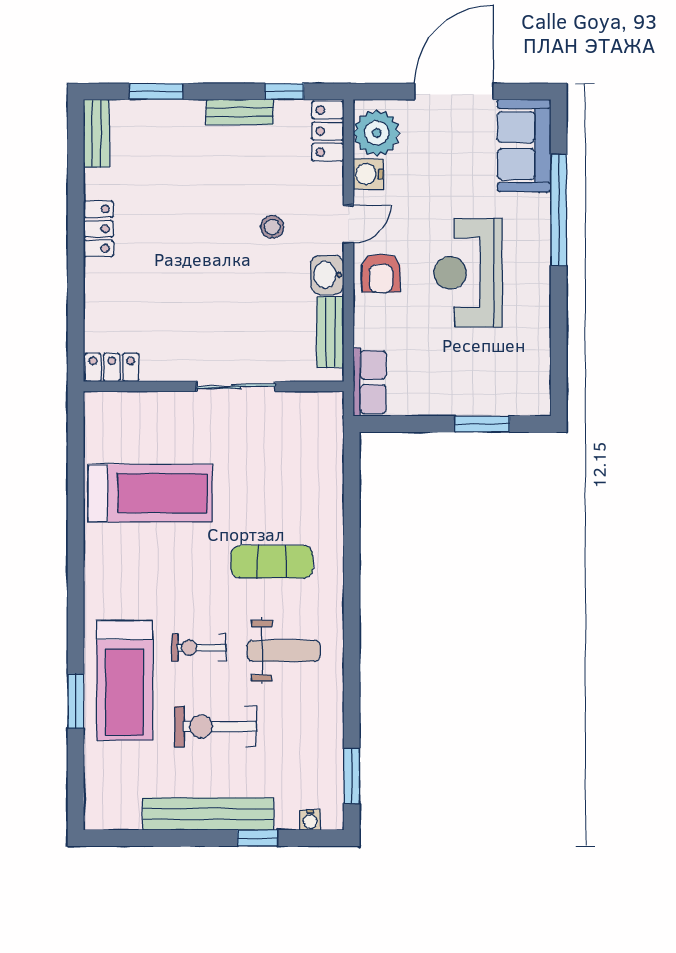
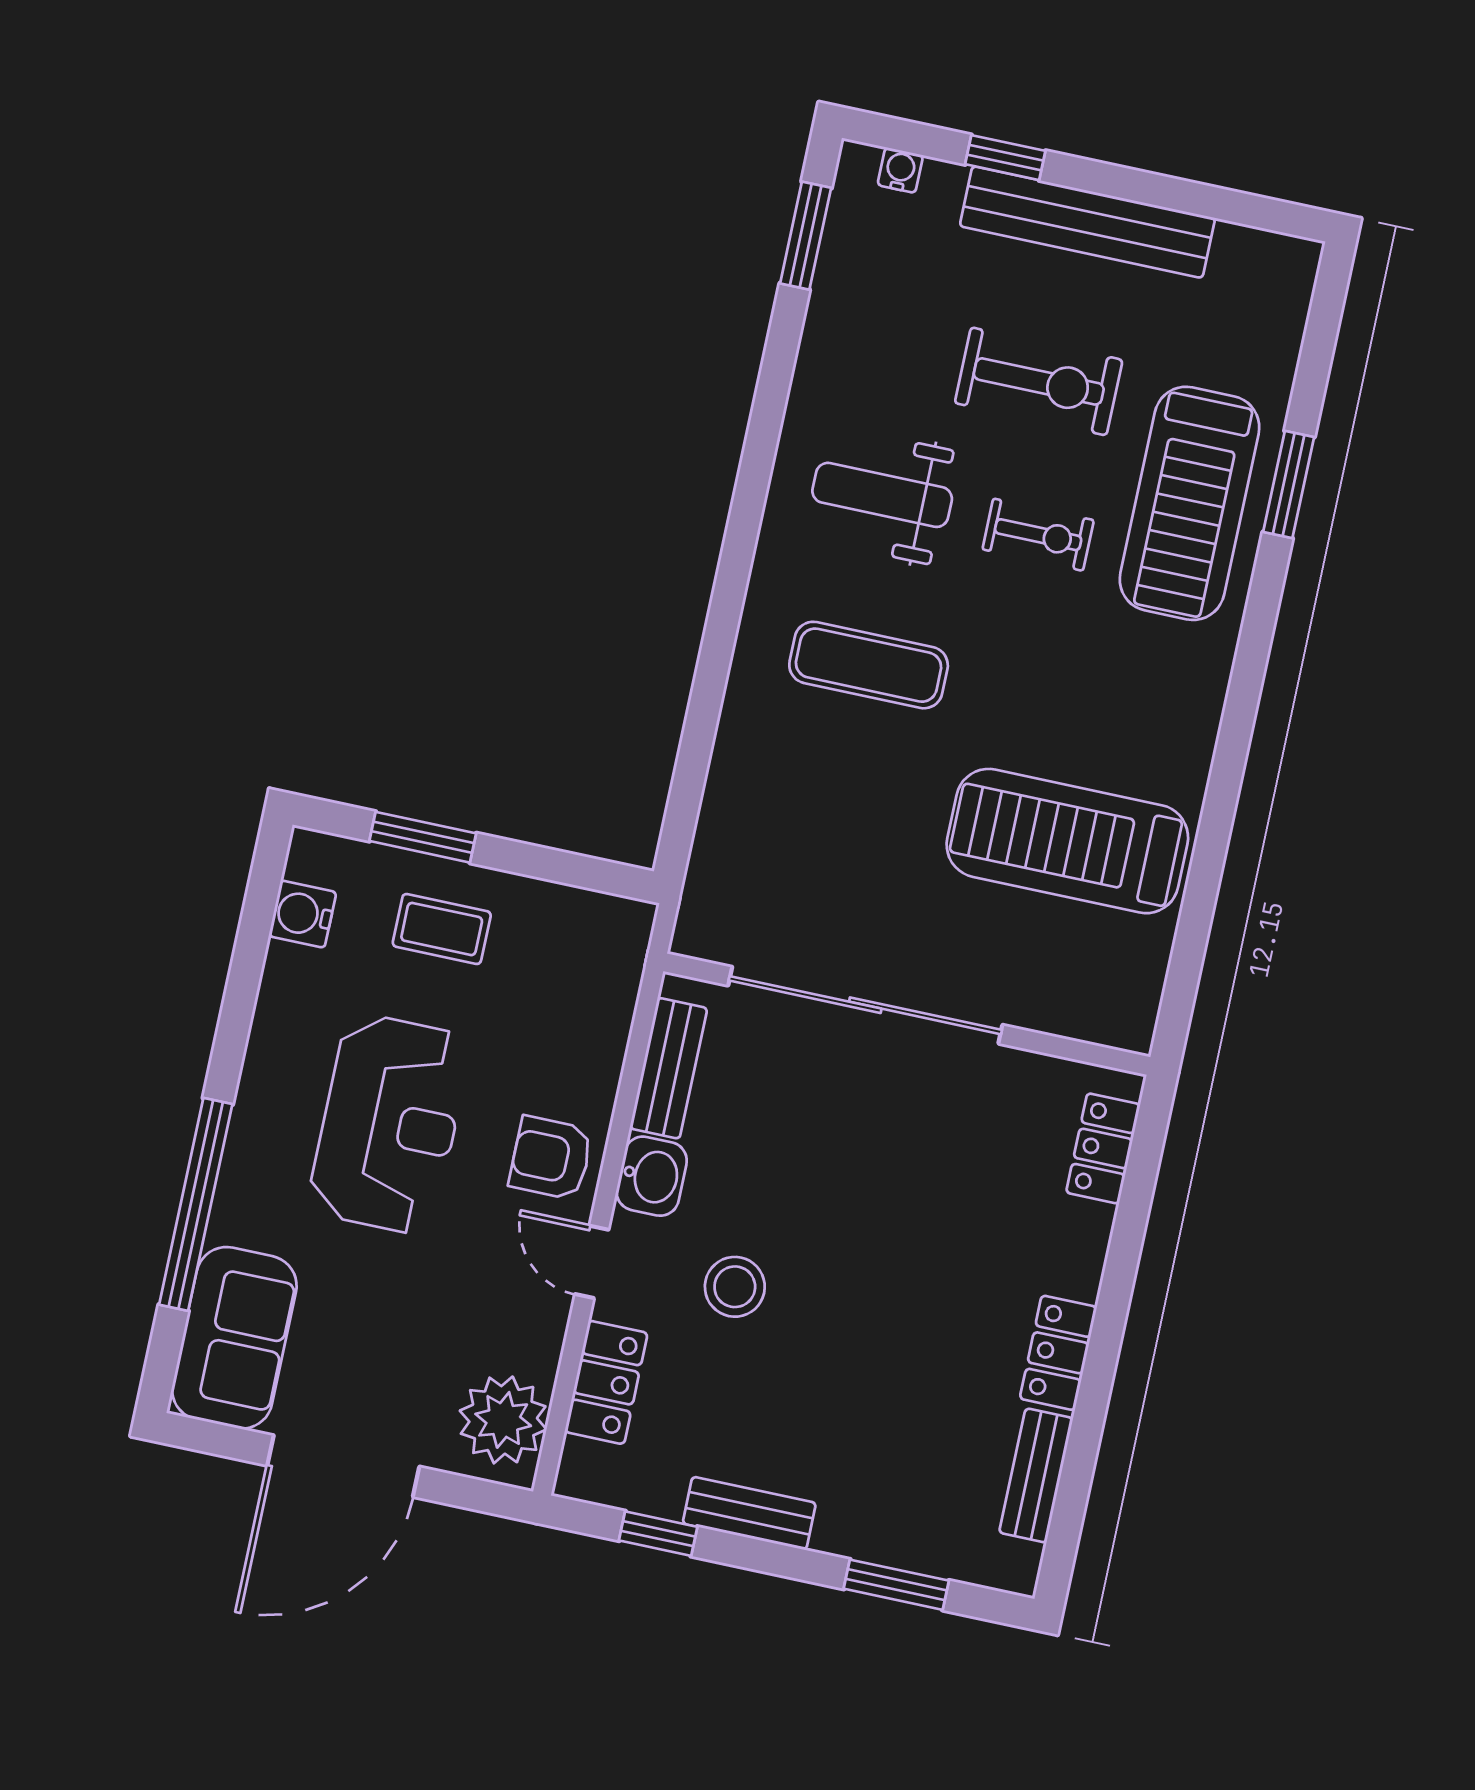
locker: (328, 131) -> (606, 1382), moved
bench: (96, 133) -> (1036, 1475), moved
water cooler: (368, 174) -> (303, 914), moved, turned 180
door: (348, 224) -> (592, 1262), hinge flipped
stool: (272, 227) -> (735, 1287), width x1.37, depth x1.37
armchair: (381, 273) -> (551, 1158), turned -90
locker: (112, 367) -> (1103, 1148), moved, turned 90
coffee table: (462, 379) -> (442, 929), added
row of seats: (370, 382) -> (615, 960), removed
sliding door: (236, 386) -> (865, 1005), width x1.86
treadmill: (125, 680) -> (1189, 503), turned 180

